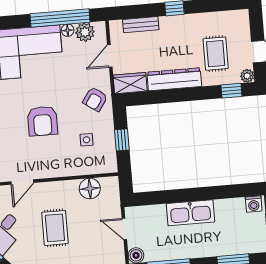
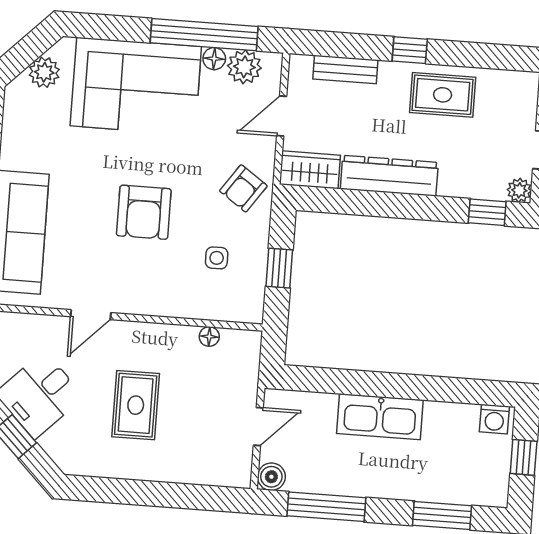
rug: (216, 54) -> (443, 95), moved, turned 90
floor lamp: (90, 189) -> (209, 337), width x0.53, depth x0.53
door: (124, 229) -> (258, 427), swing flipped

